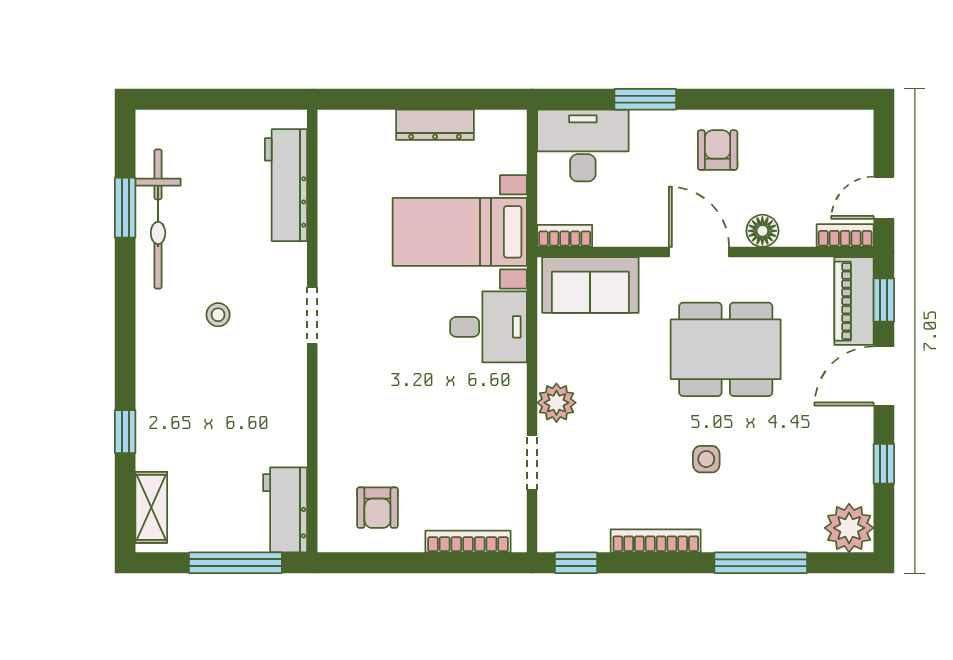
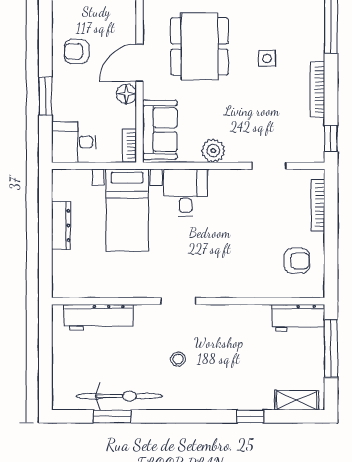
desk: (583, 146) -> (74, 142), width x0.73
floor lamp: (762, 231) -> (126, 94), moved
plant: (556, 403) -> (213, 151), moved

